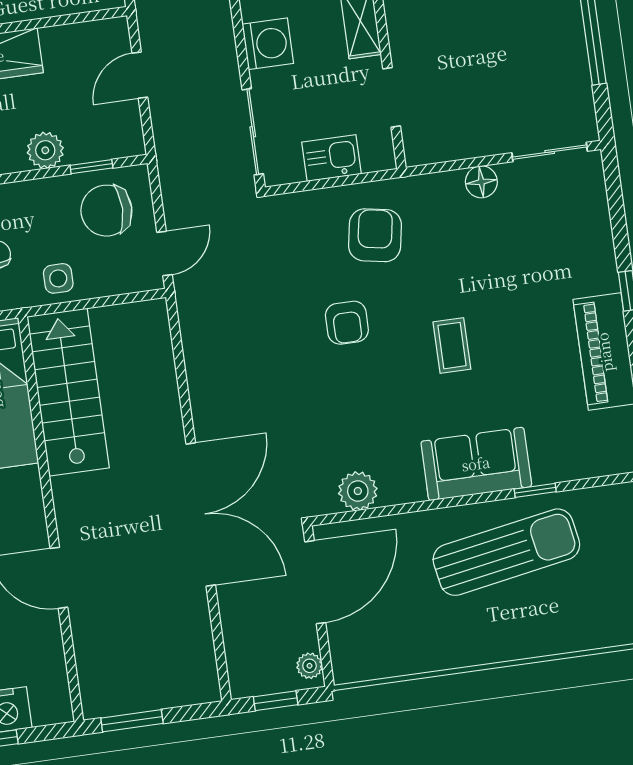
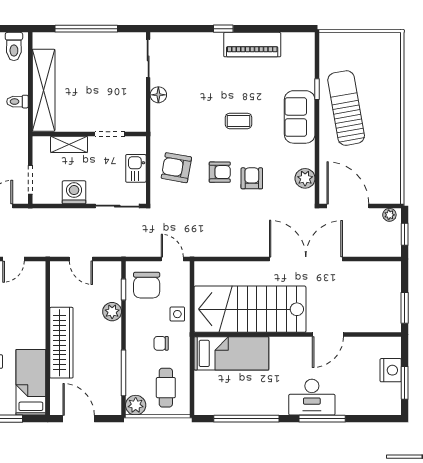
armchair: (375, 235) -> (176, 168), moved
armchair: (343, 387) -> (252, 178), added
stairs: (68, 392) -> (250, 309), width x1.36, depth x1.51

